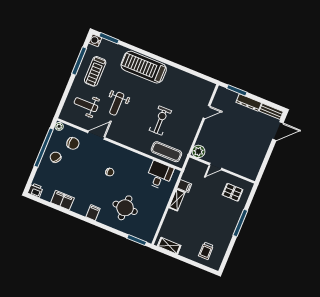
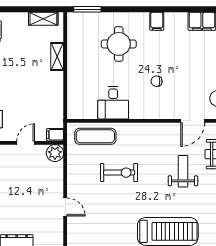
door: (206, 112) -> (65, 207), swing flipped
exercise bike: (160, 121) -> (119, 173), turned -90
desk: (159, 175) -> (113, 103), moved
filing cabinet: (184, 186) -> (55, 135), moved
shelving: (177, 200) -> (57, 56), moved

